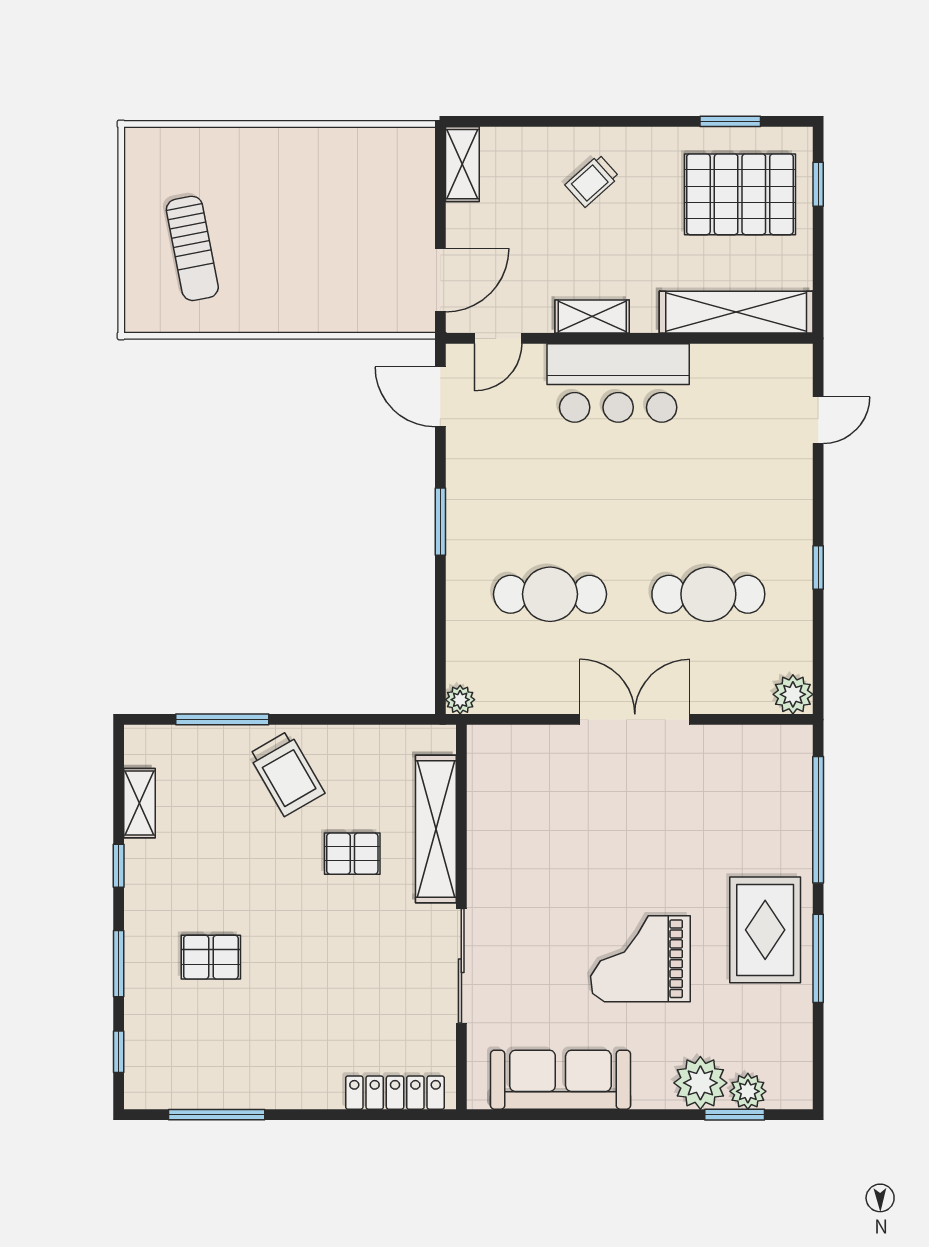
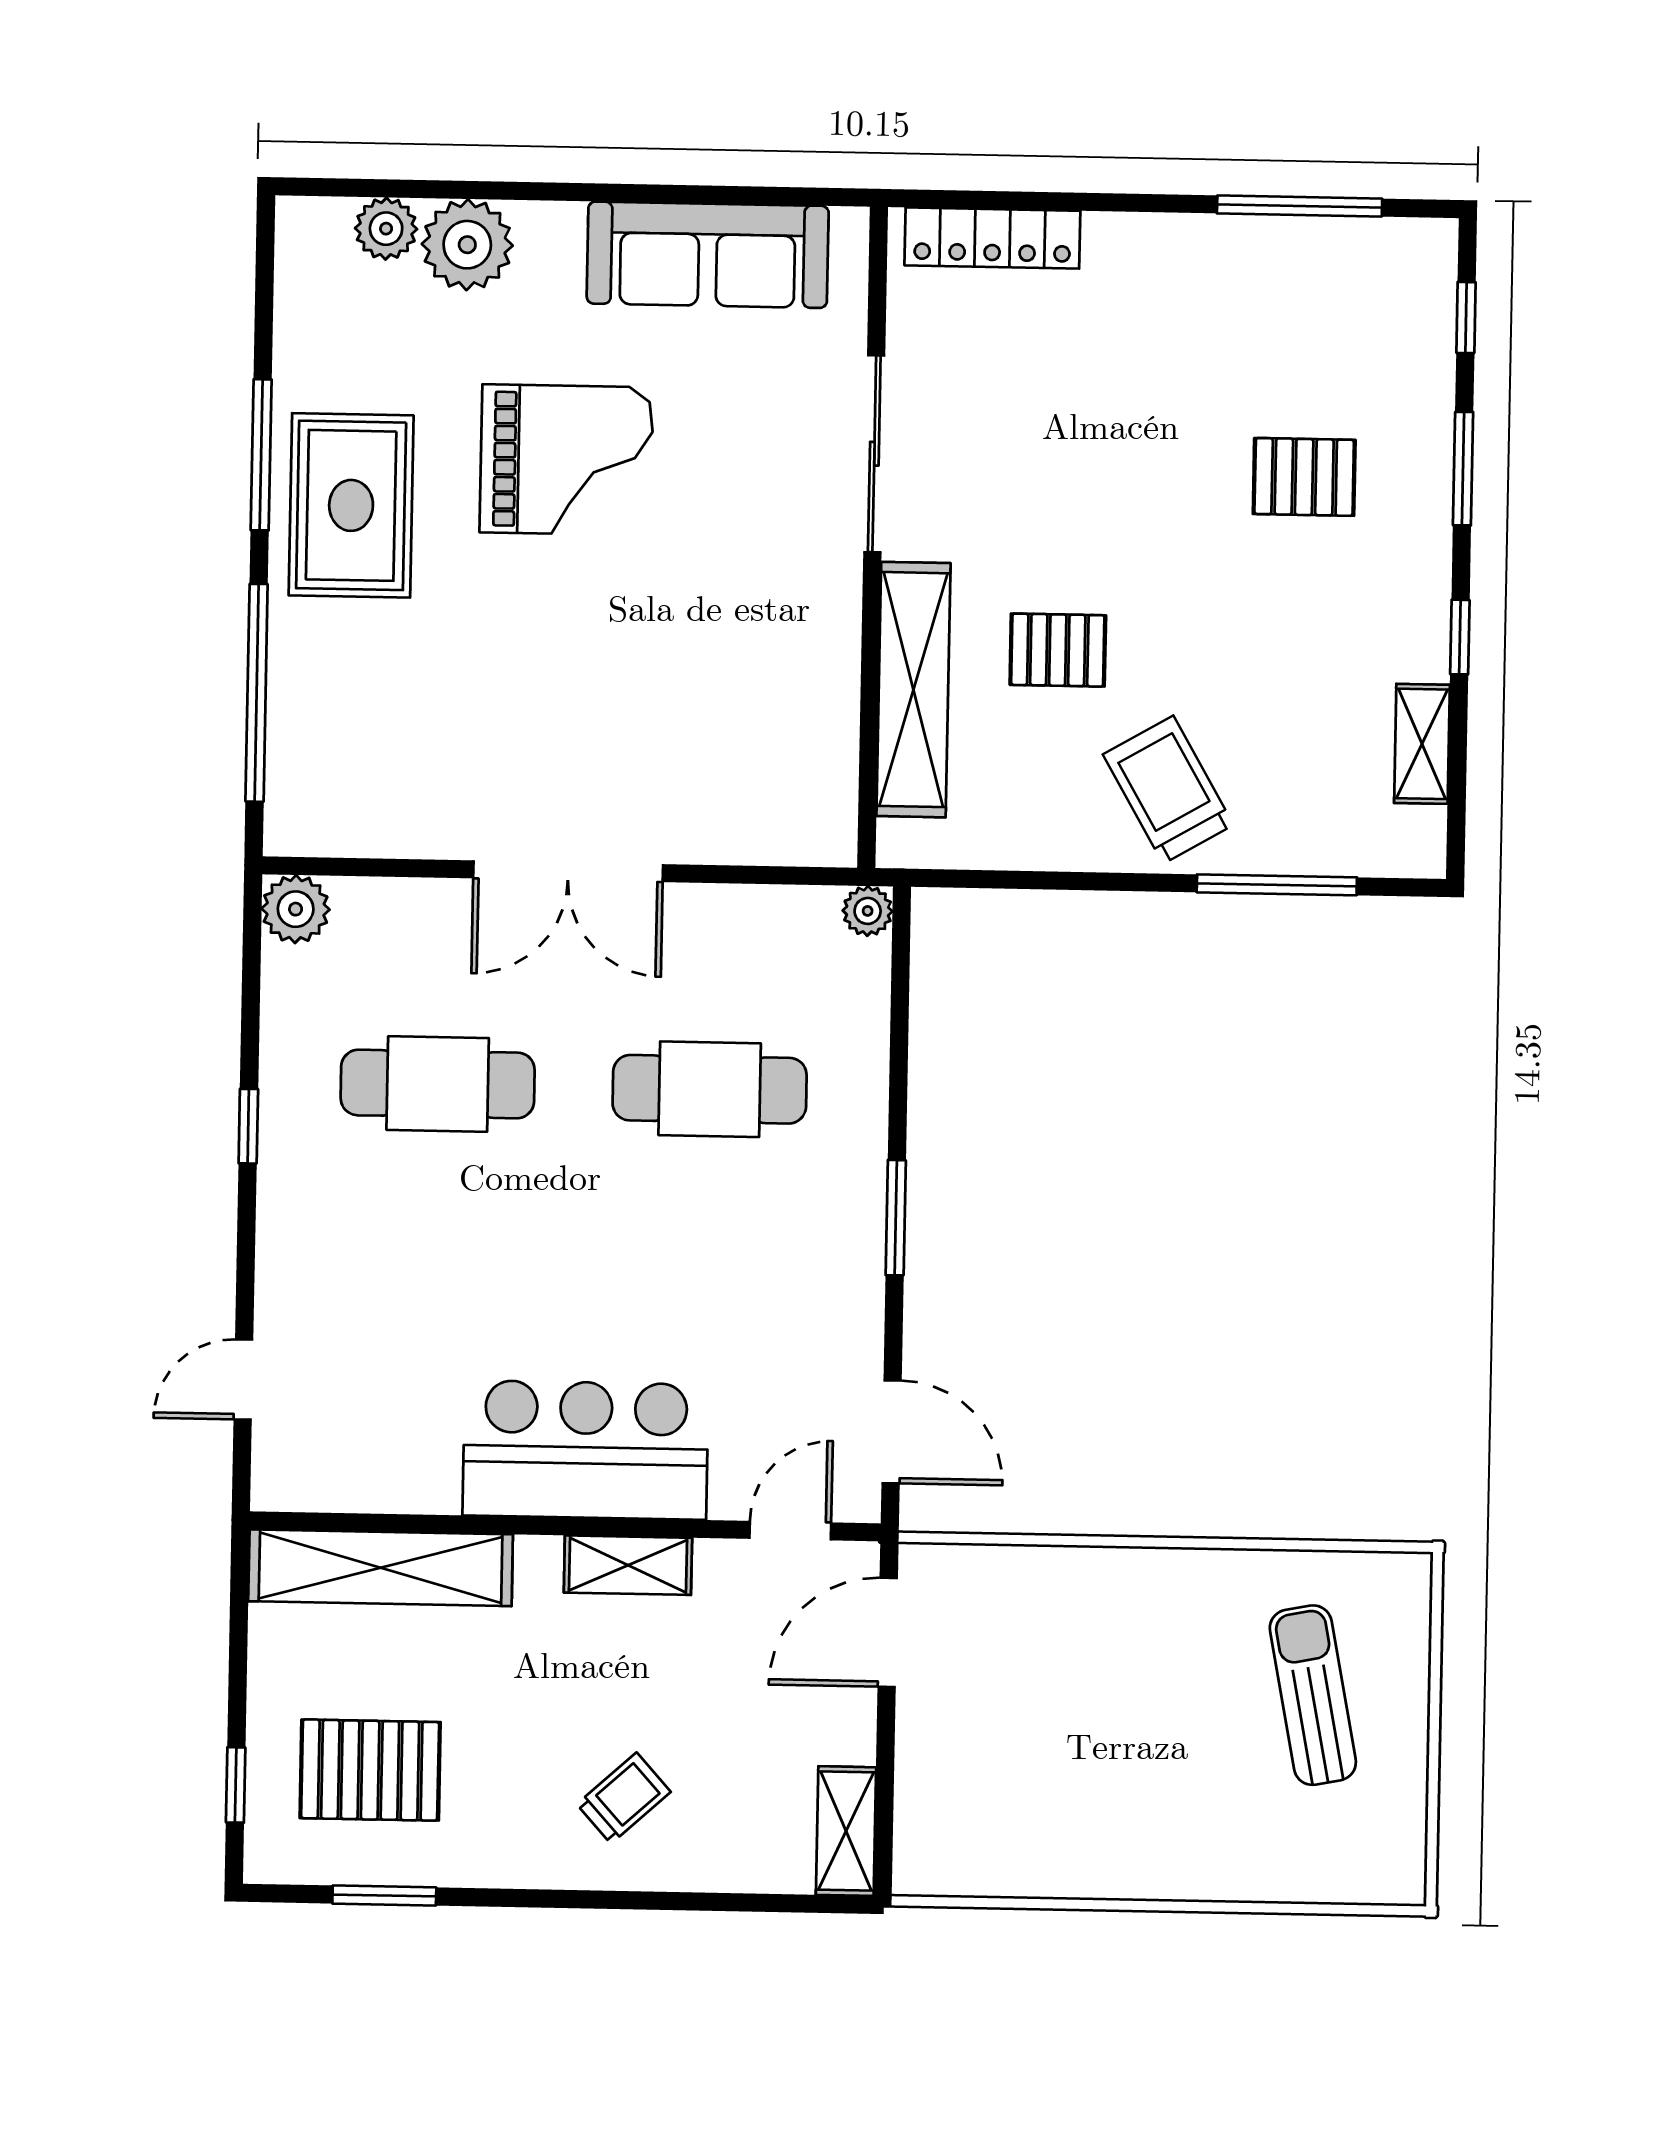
pallet: (740, 194) -> (370, 1770), width x0.73, depth x0.71
window: (735, 1115) -> (409, 189), removed

